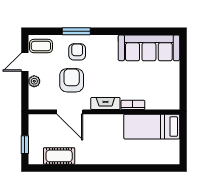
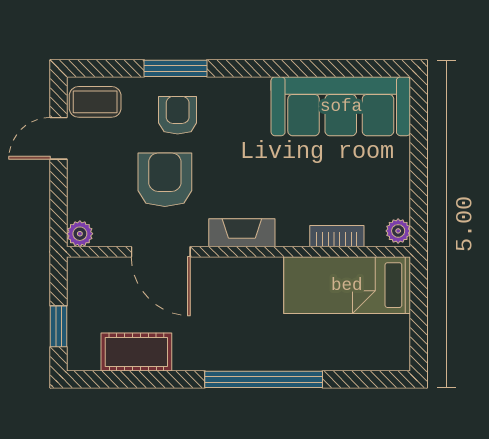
plant: (34, 81) -> (80, 234), moved
plant: (174, 103) -> (398, 231), added
bookcase: (133, 105) -> (337, 236), moved
window: (115, 168) -> (264, 379), added

